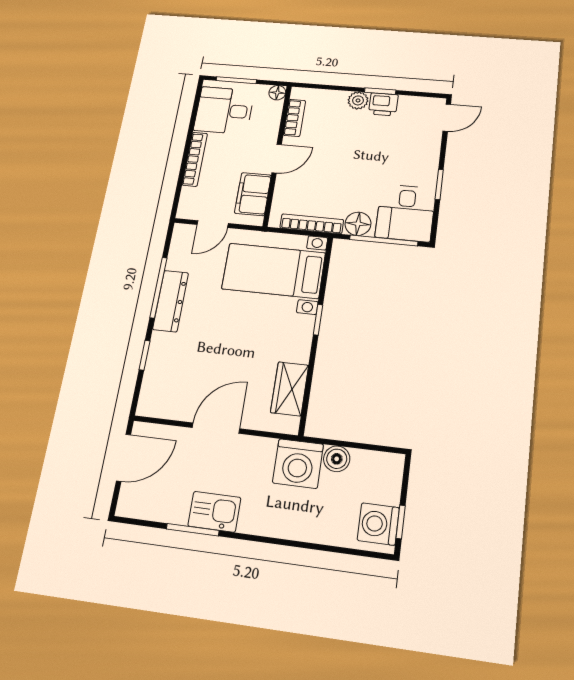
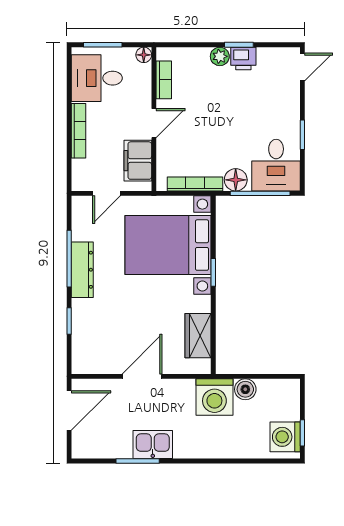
bed with nightstands: (274, 271) -> (168, 245), width x1.36

